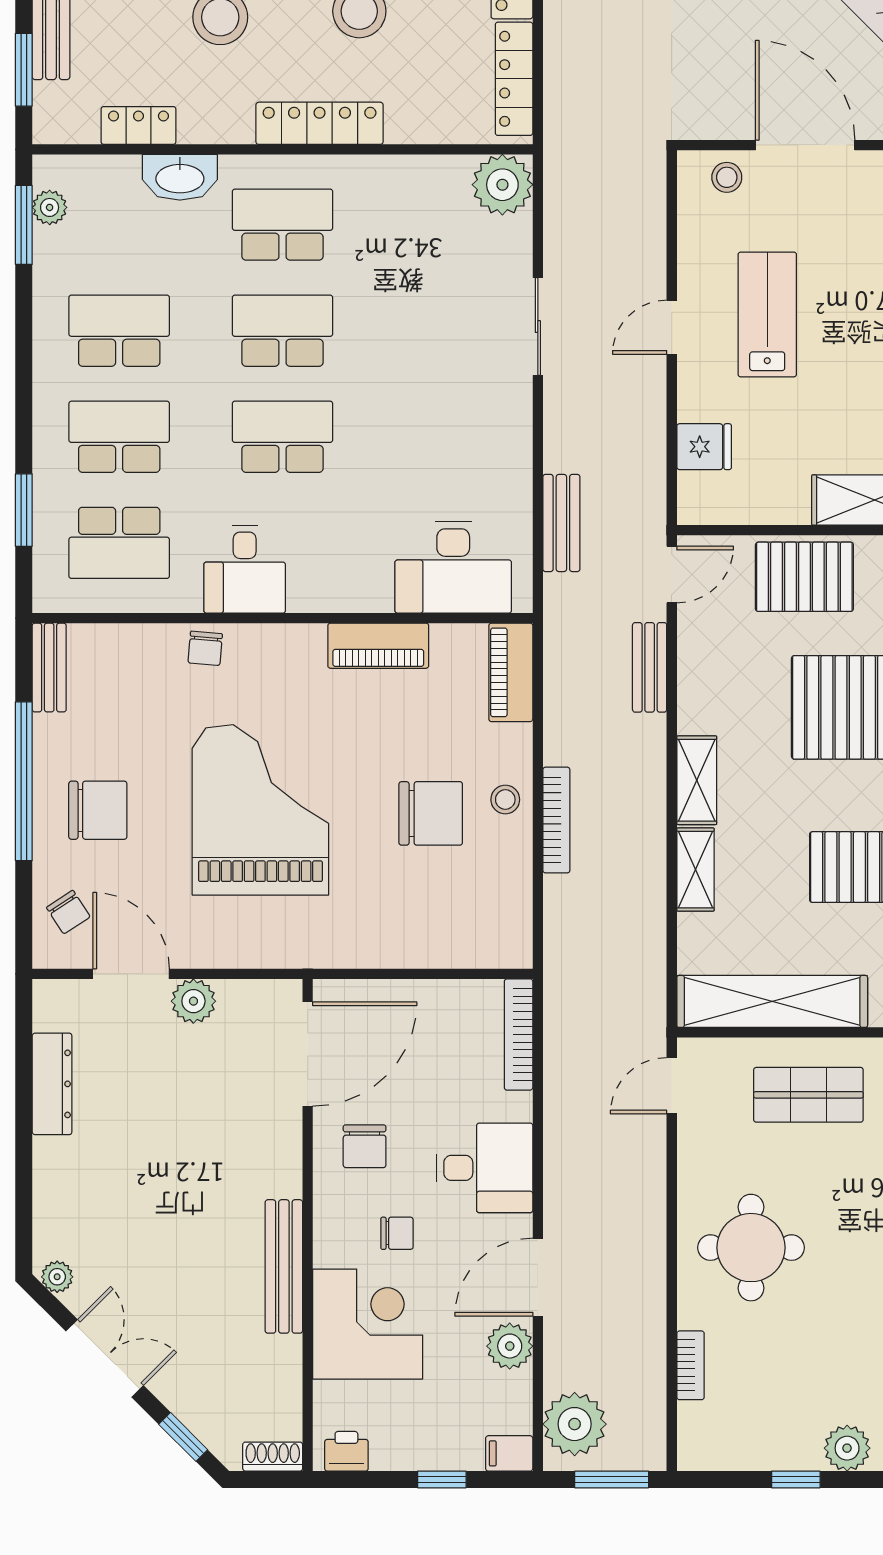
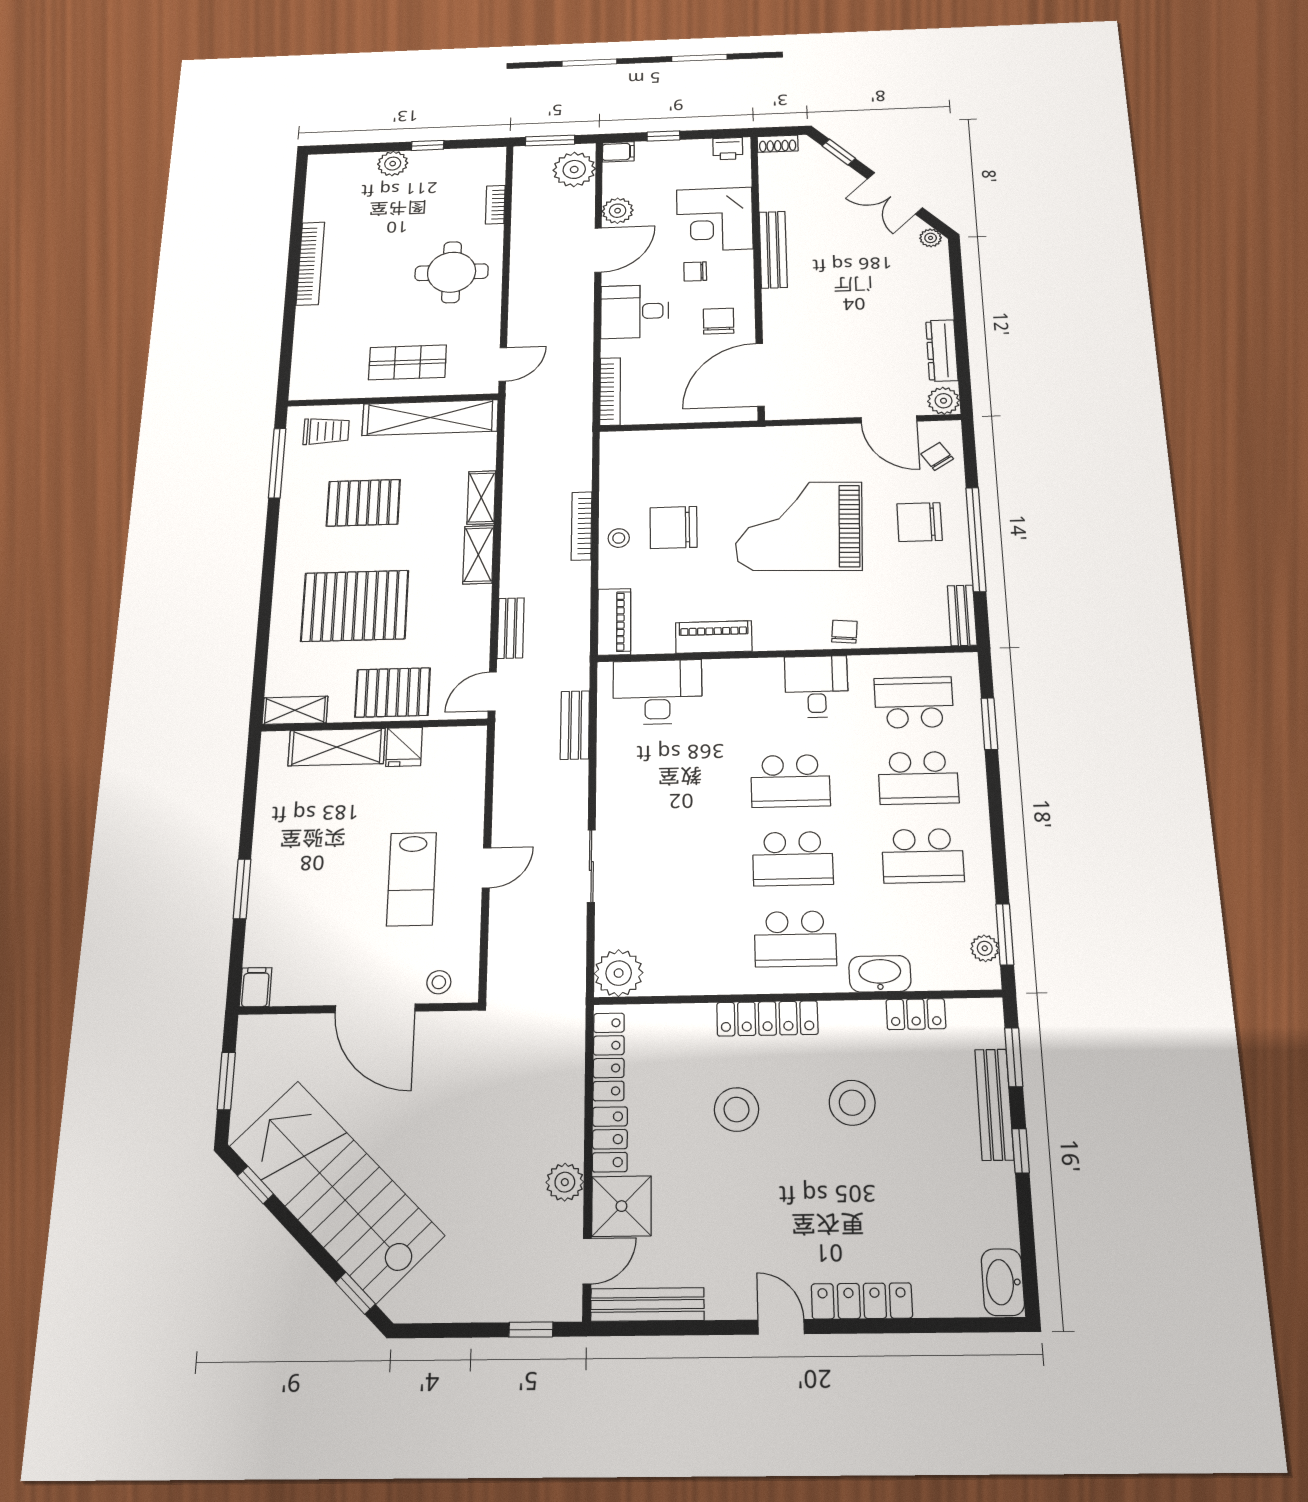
fridge: (704, 447) -> (404, 747), moved, turned -90
grand piano: (260, 810) -> (799, 526), turned 92
plant: (193, 1001) -> (944, 401), moved

